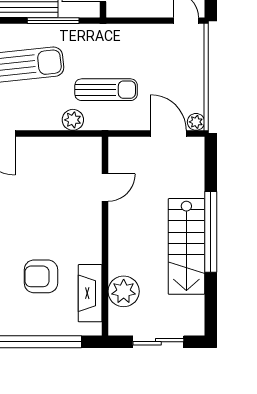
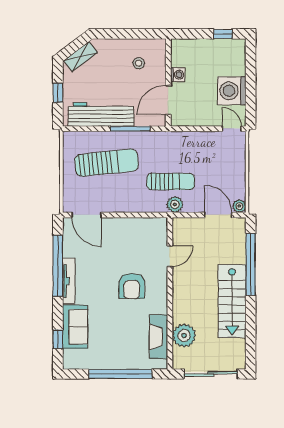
plant: (73, 120) -> (175, 204), moved
window: (211, 232) -> (251, 264), moved
armchair: (41, 276) -> (132, 286), moved, turned -90
sliding door: (158, 342) -> (211, 374), width x1.37

